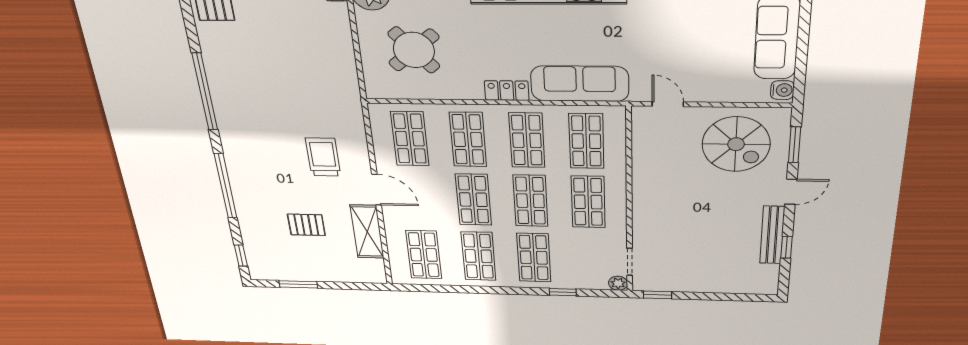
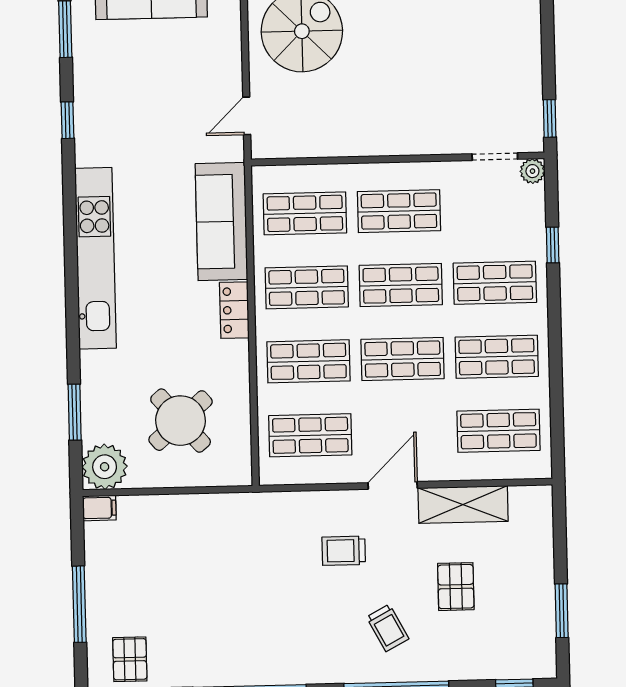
trolley: (323, 157) -> (344, 551), width x0.73, depth x0.72
trolley: (269, 182) -> (388, 628), added

